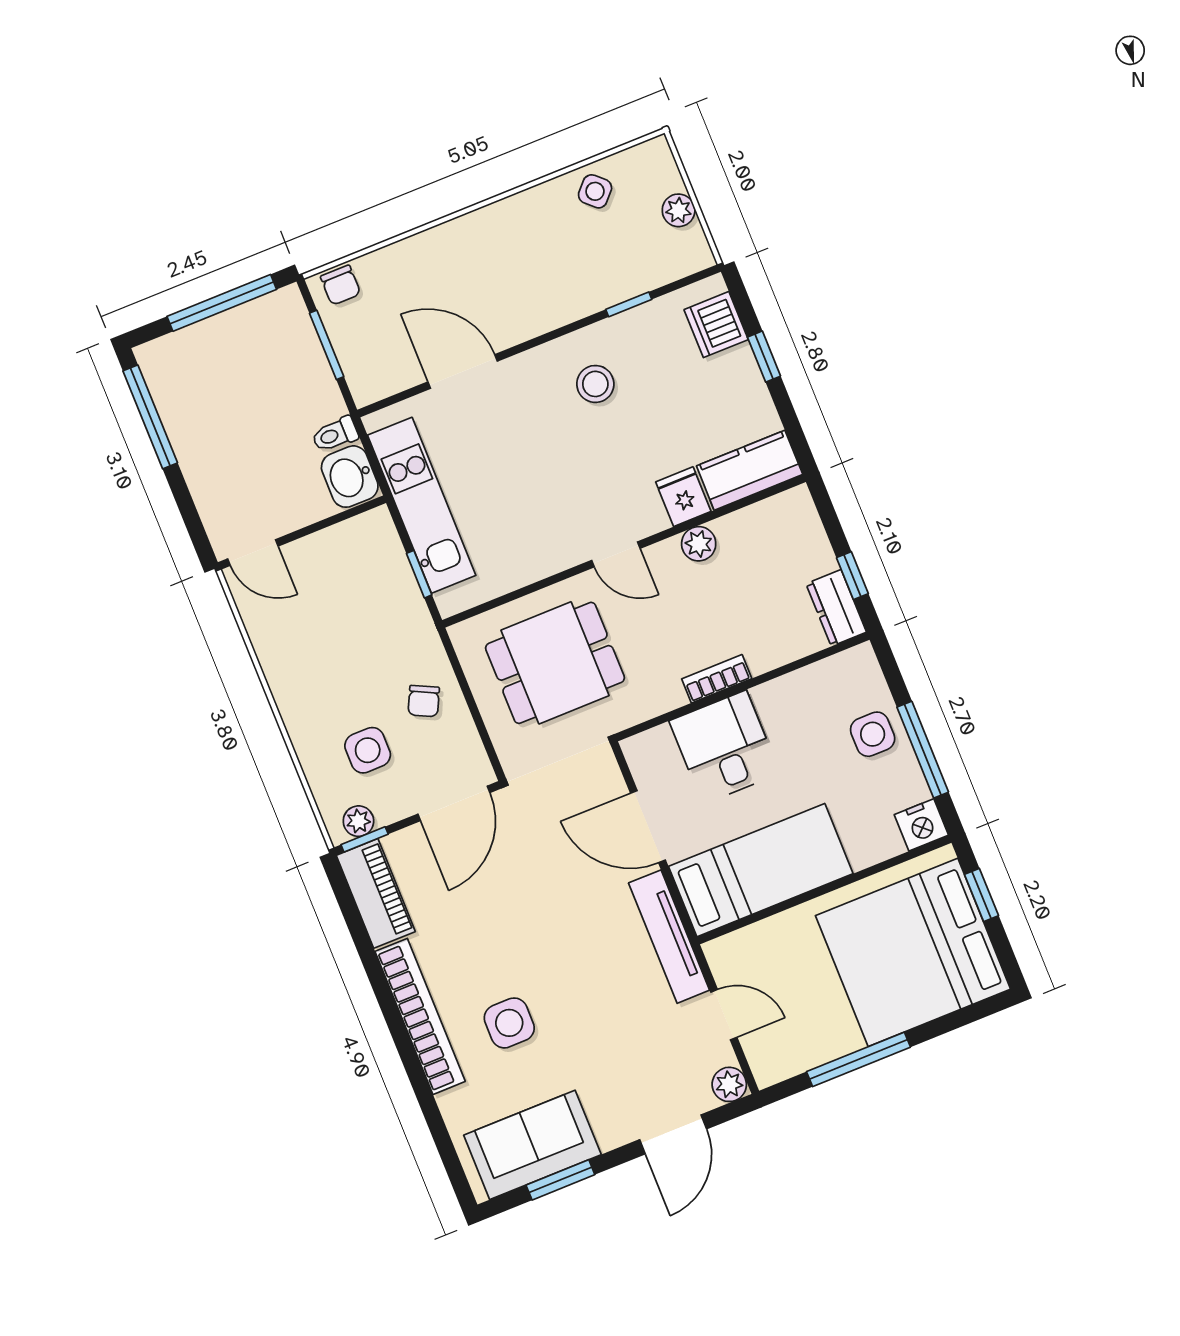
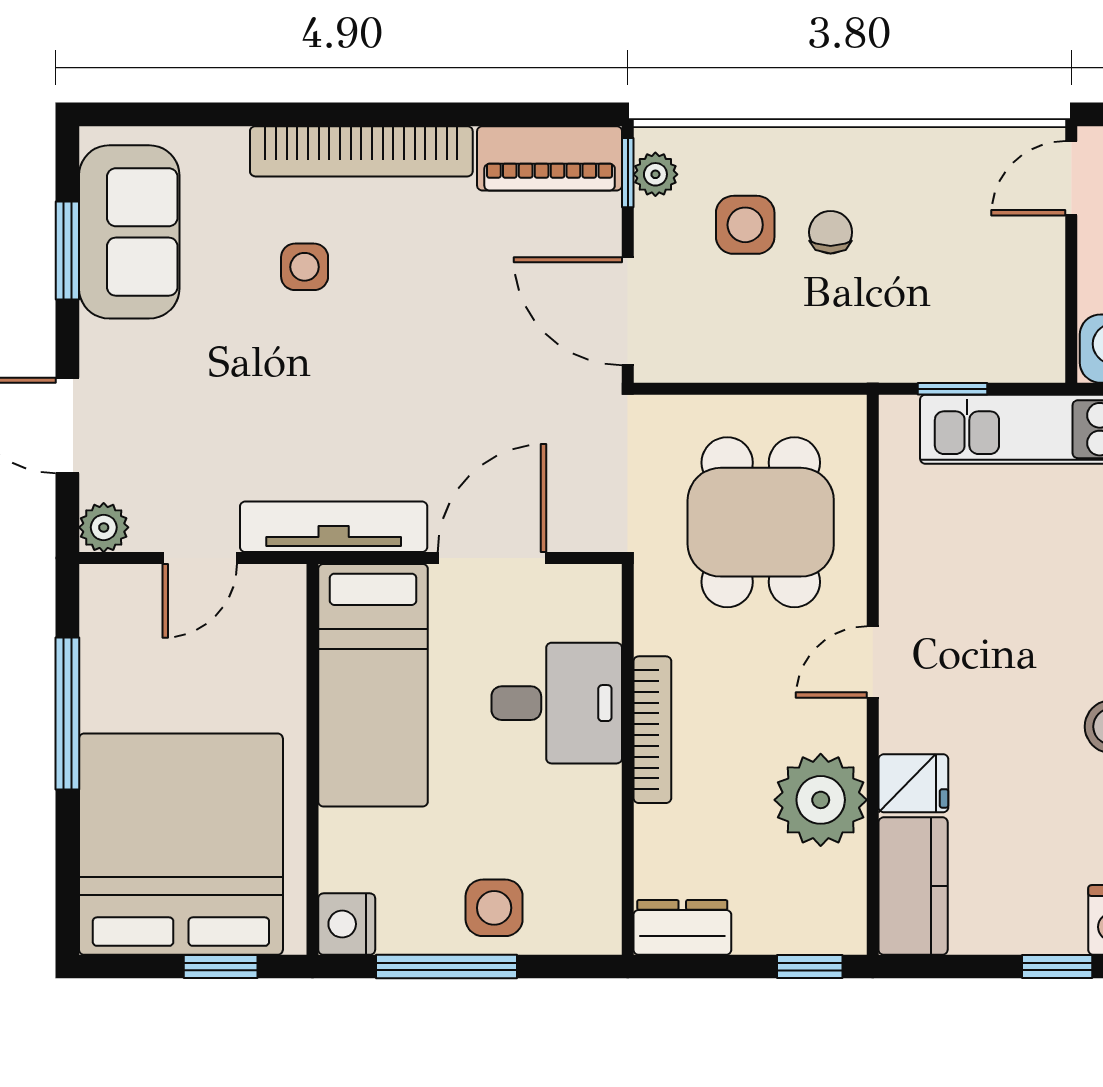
plant: (699, 544) -> (821, 800), width x1.88, depth x1.88
window: (852, 576) -> (810, 967), moved
bookcase: (717, 679) -> (652, 730), width x1.56
chair: (424, 701) -> (831, 232), moved, turned 64
side table: (509, 1023) -> (305, 267), width x0.73, depth x0.73

